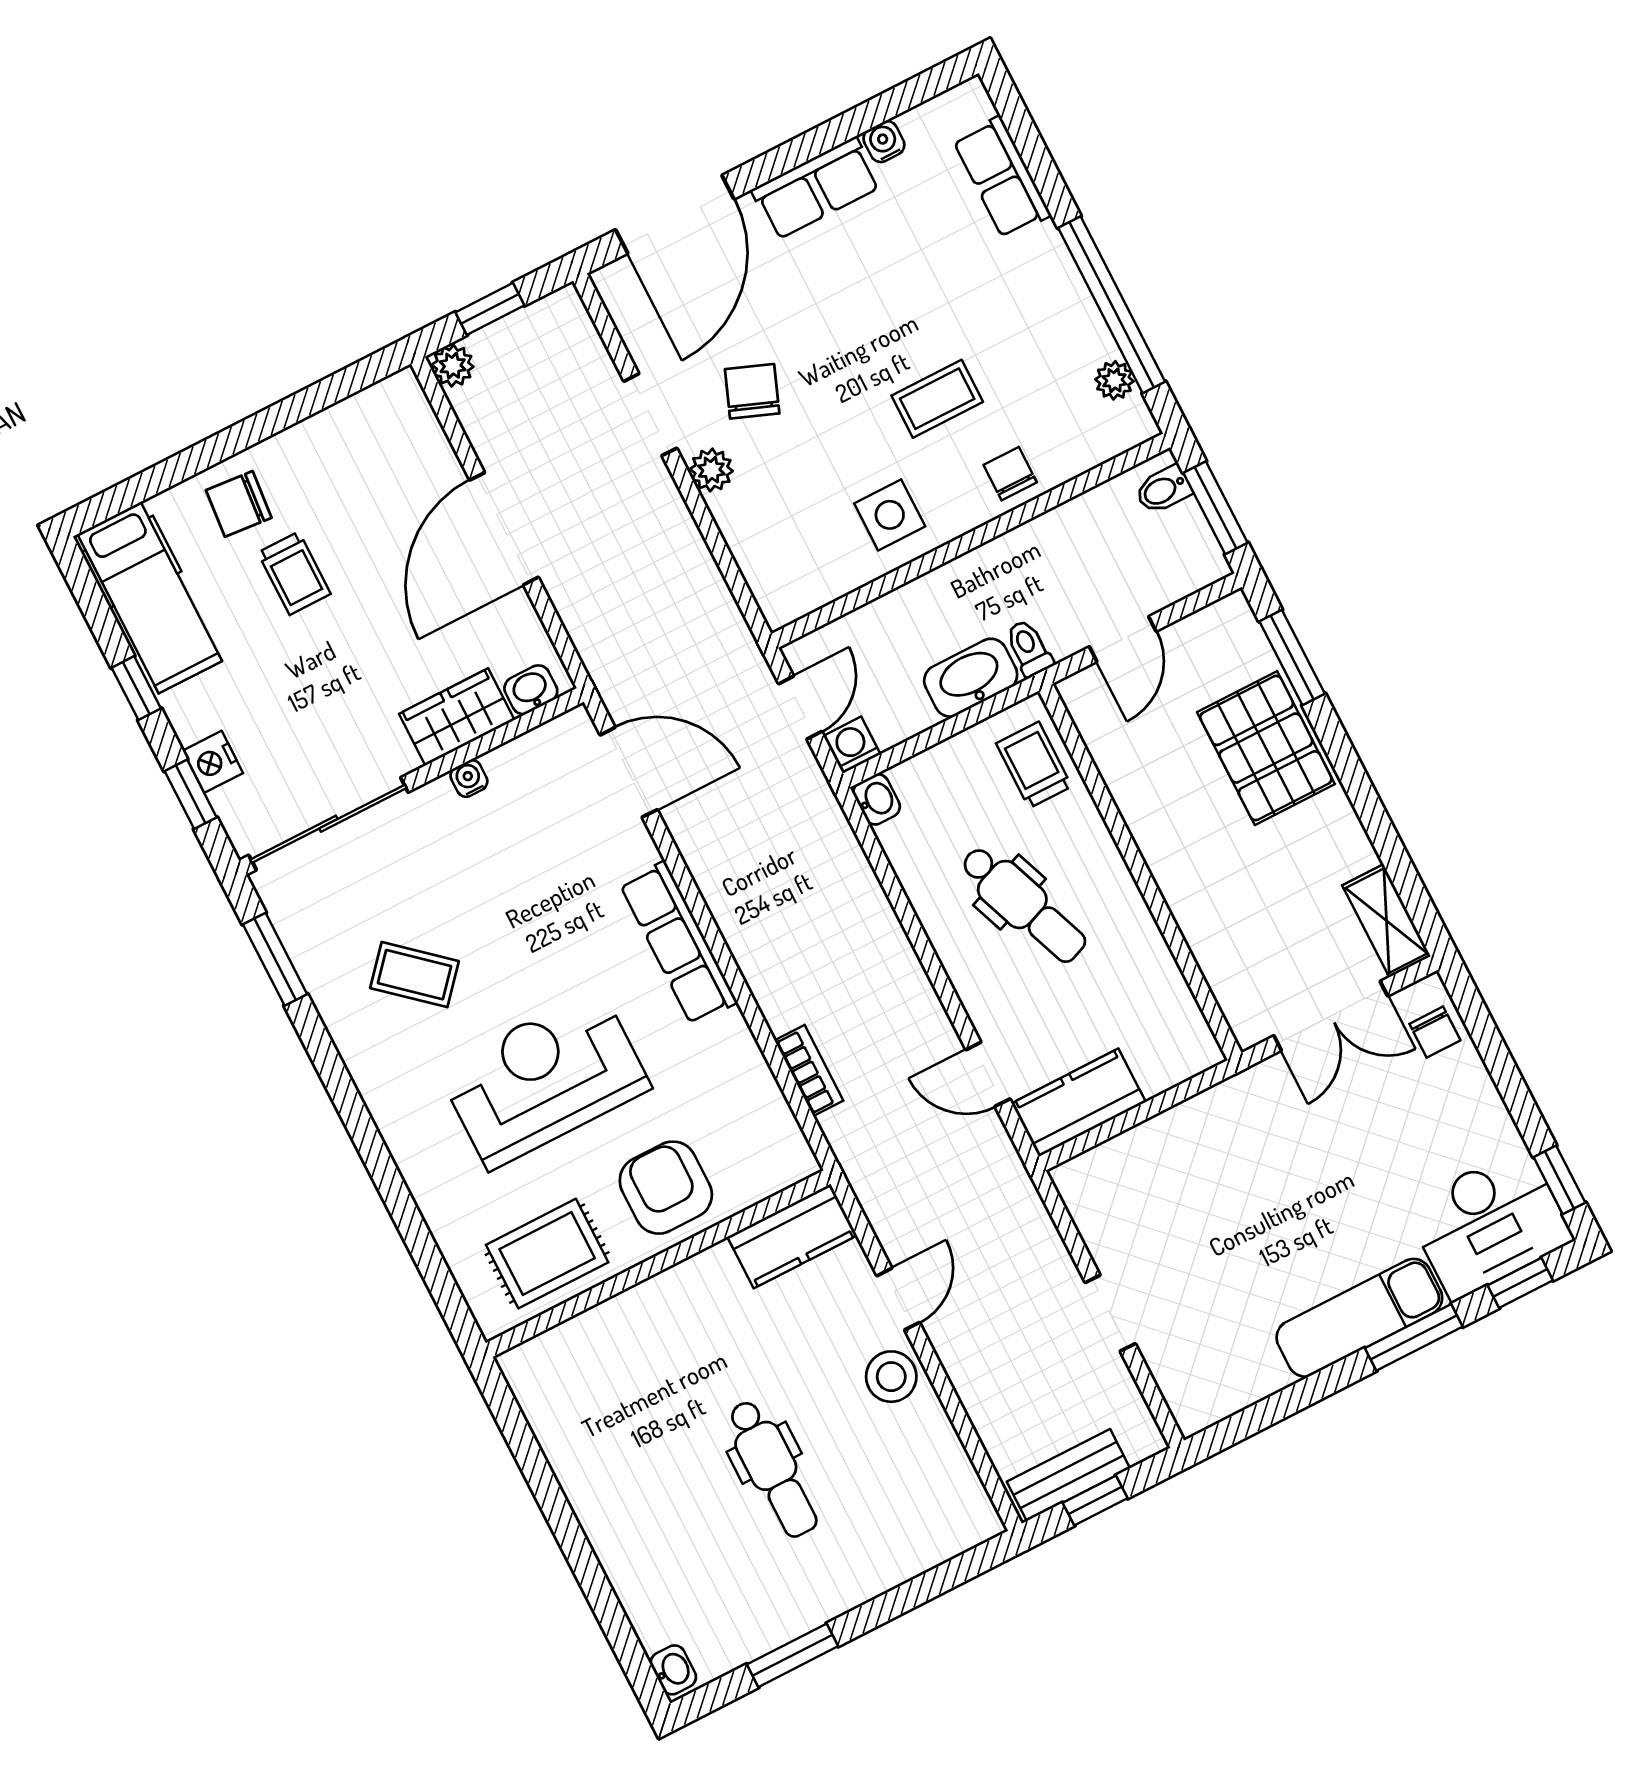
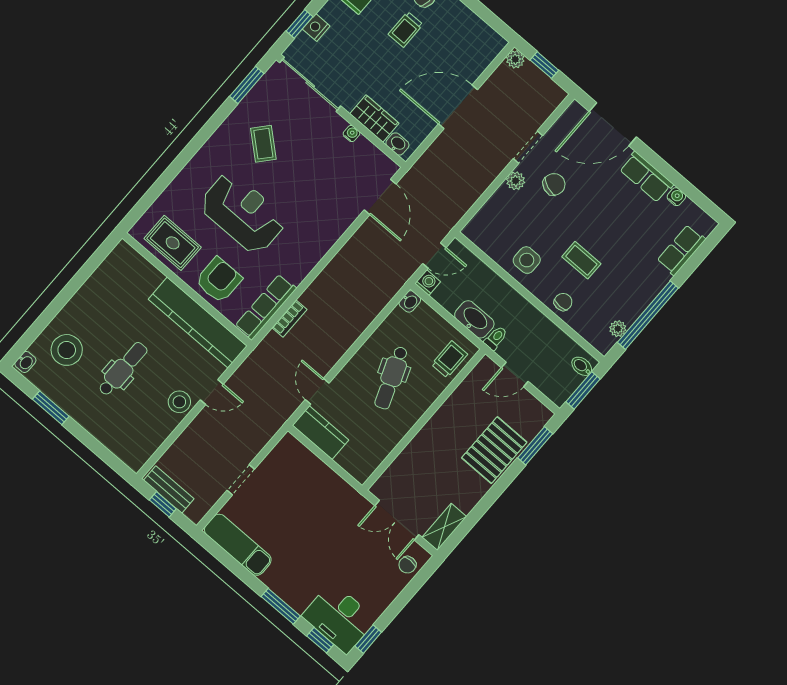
row of seats: (678, 943) -> (266, 307), moved
kitchen counter: (792, 1236) -> (198, 323), width x2.08, depth x1.17
exam couch: (1359, 1318) -> (238, 545), moved
dental chair: (772, 1469) -> (123, 369), turned 180
stool: (683, 1572) -> (67, 350), added

